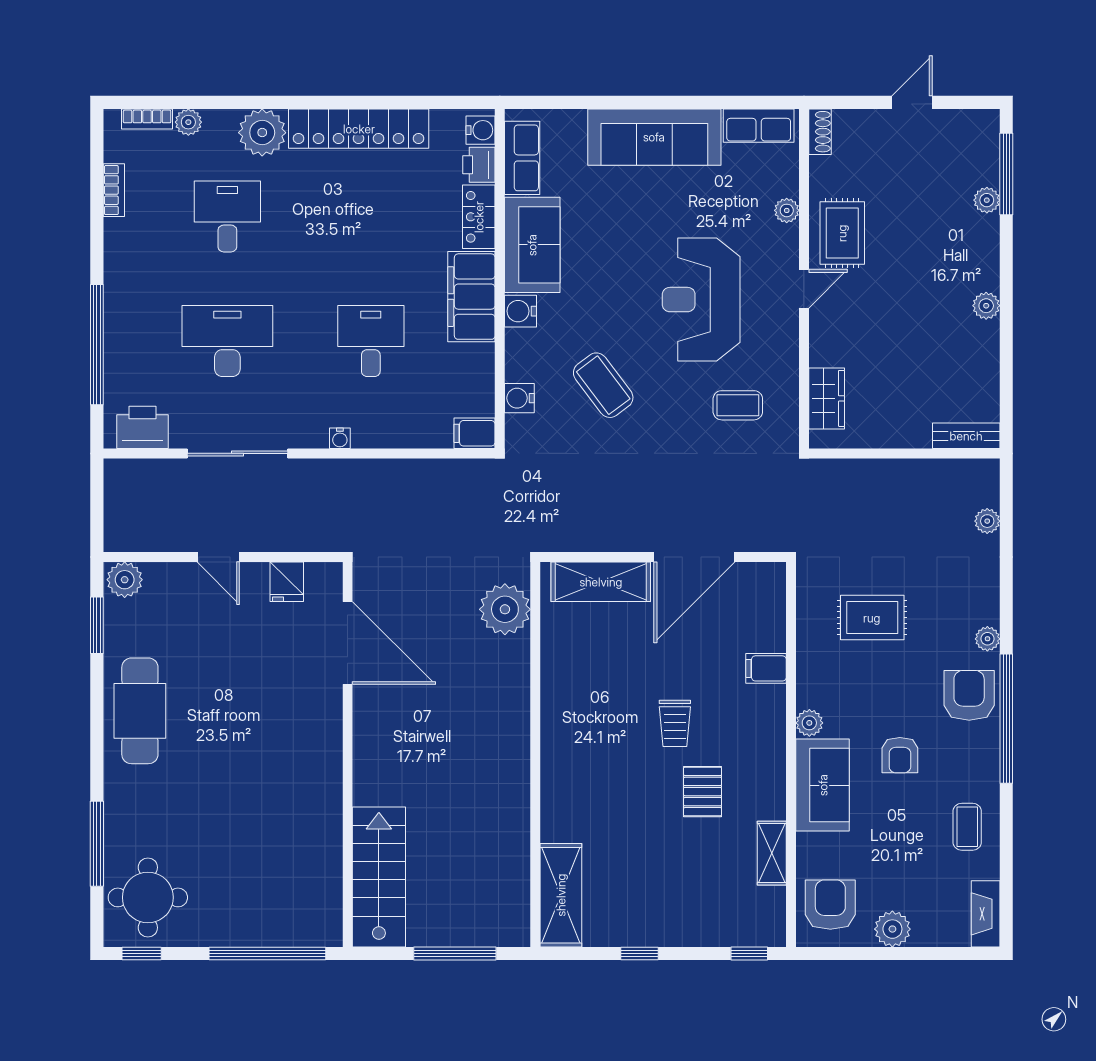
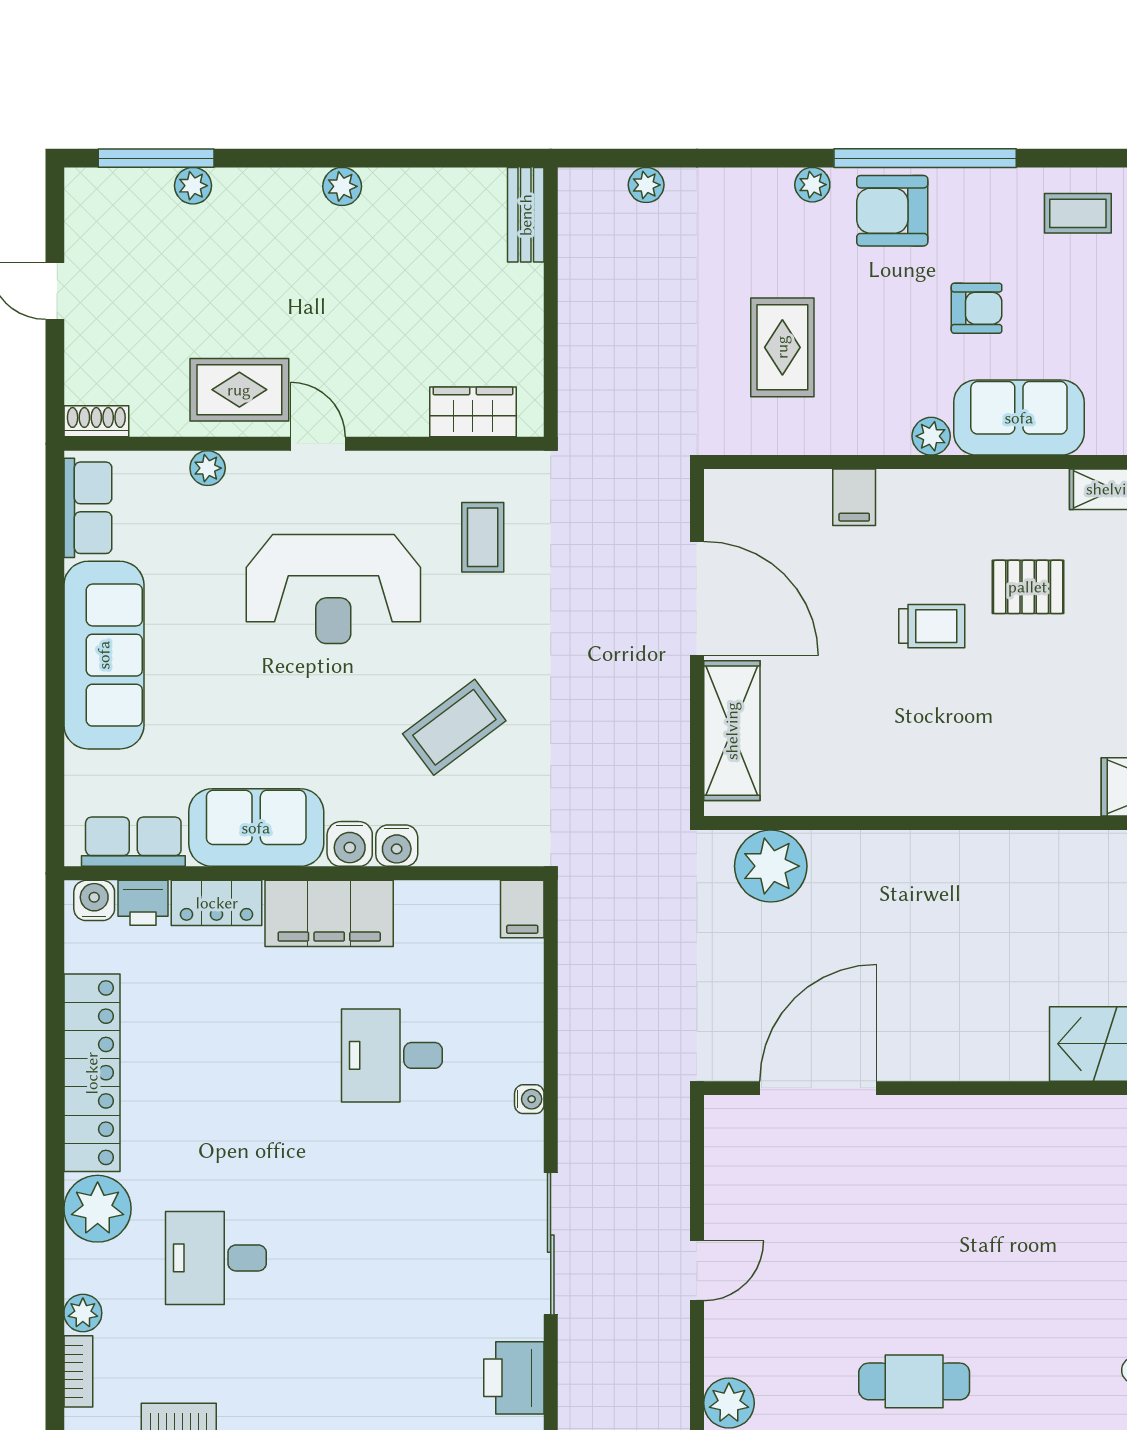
desk: (227, 341) -> (392, 1258), removed
water cooler: (519, 398) -> (397, 846), moved
fridge: (287, 582) -> (732, 1174), removed
cafe table: (140, 711) -> (914, 1381), width x0.73, depth x0.74

